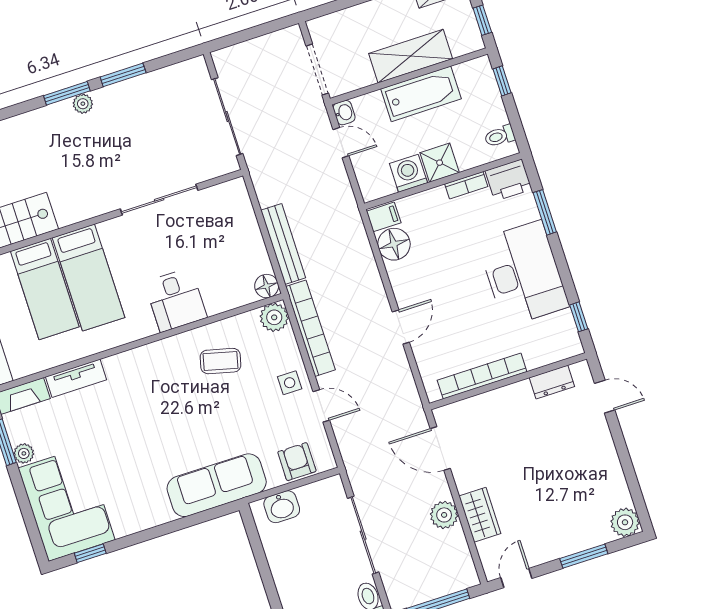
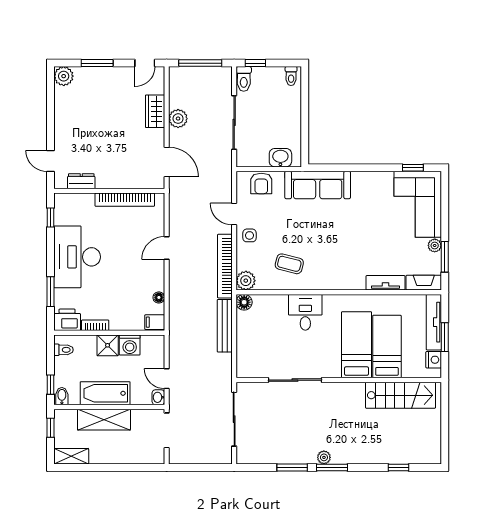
bidet: (481, 70) -> (62, 396), added
floor lamp: (394, 244) -> (159, 297), width x0.53, depth x0.53

